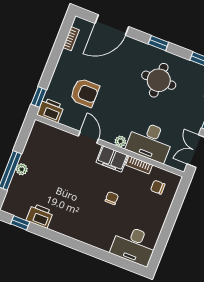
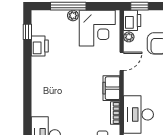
plant: (120, 141) -> (129, 37), moved
corner desk: (44, 149) -> (97, 28), added
chair: (112, 198) -> (78, 101), removed

